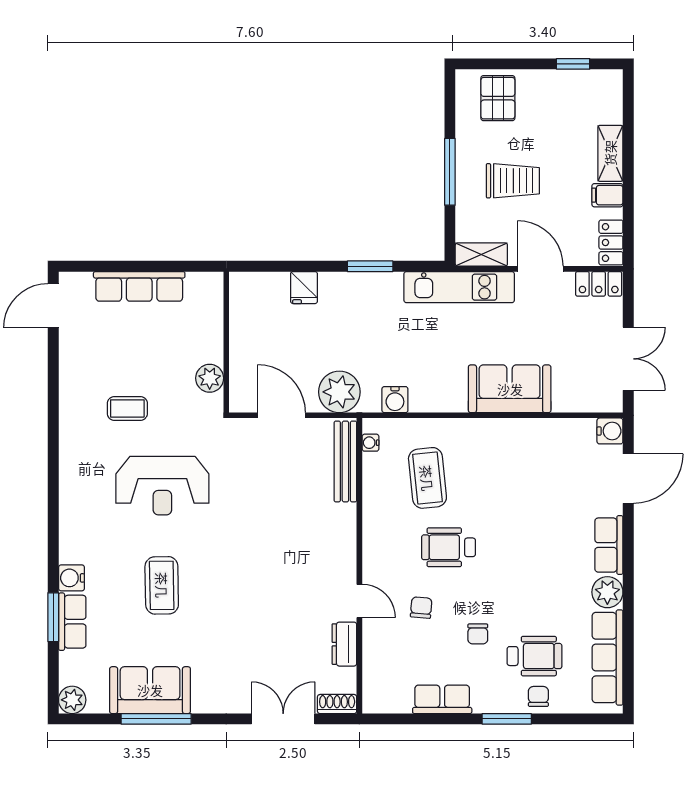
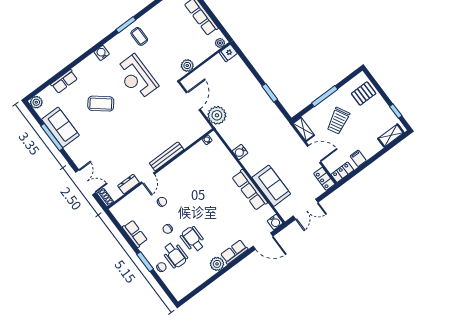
shelving: (610, 153) -> (391, 136), moved
trolley: (513, 181) -> (338, 121), turned 62
door: (540, 269) -> (314, 154), hinge flipped
kitchen unit: (459, 287) -> (286, 130), removed
fridge: (304, 288) -> (228, 53), moved
plant: (213, 289) -> (220, 43), added
sofa: (510, 389) -> (271, 186), moved
water cooler: (395, 400) -> (240, 152), moved
coffee table: (127, 408) -> (139, 36), moved
bench: (345, 461) -> (167, 156), moved
coffee table: (427, 478) -> (210, 170), removed
wheelchair: (449, 547) -> (193, 239), moved
water cooler: (71, 578) -> (102, 53), moved
coffee table: (162, 585) -> (101, 104), turned 40
window: (53, 617) -> (126, 25), moved
row of seats: (608, 658) -> (250, 190), moved, turned -90

